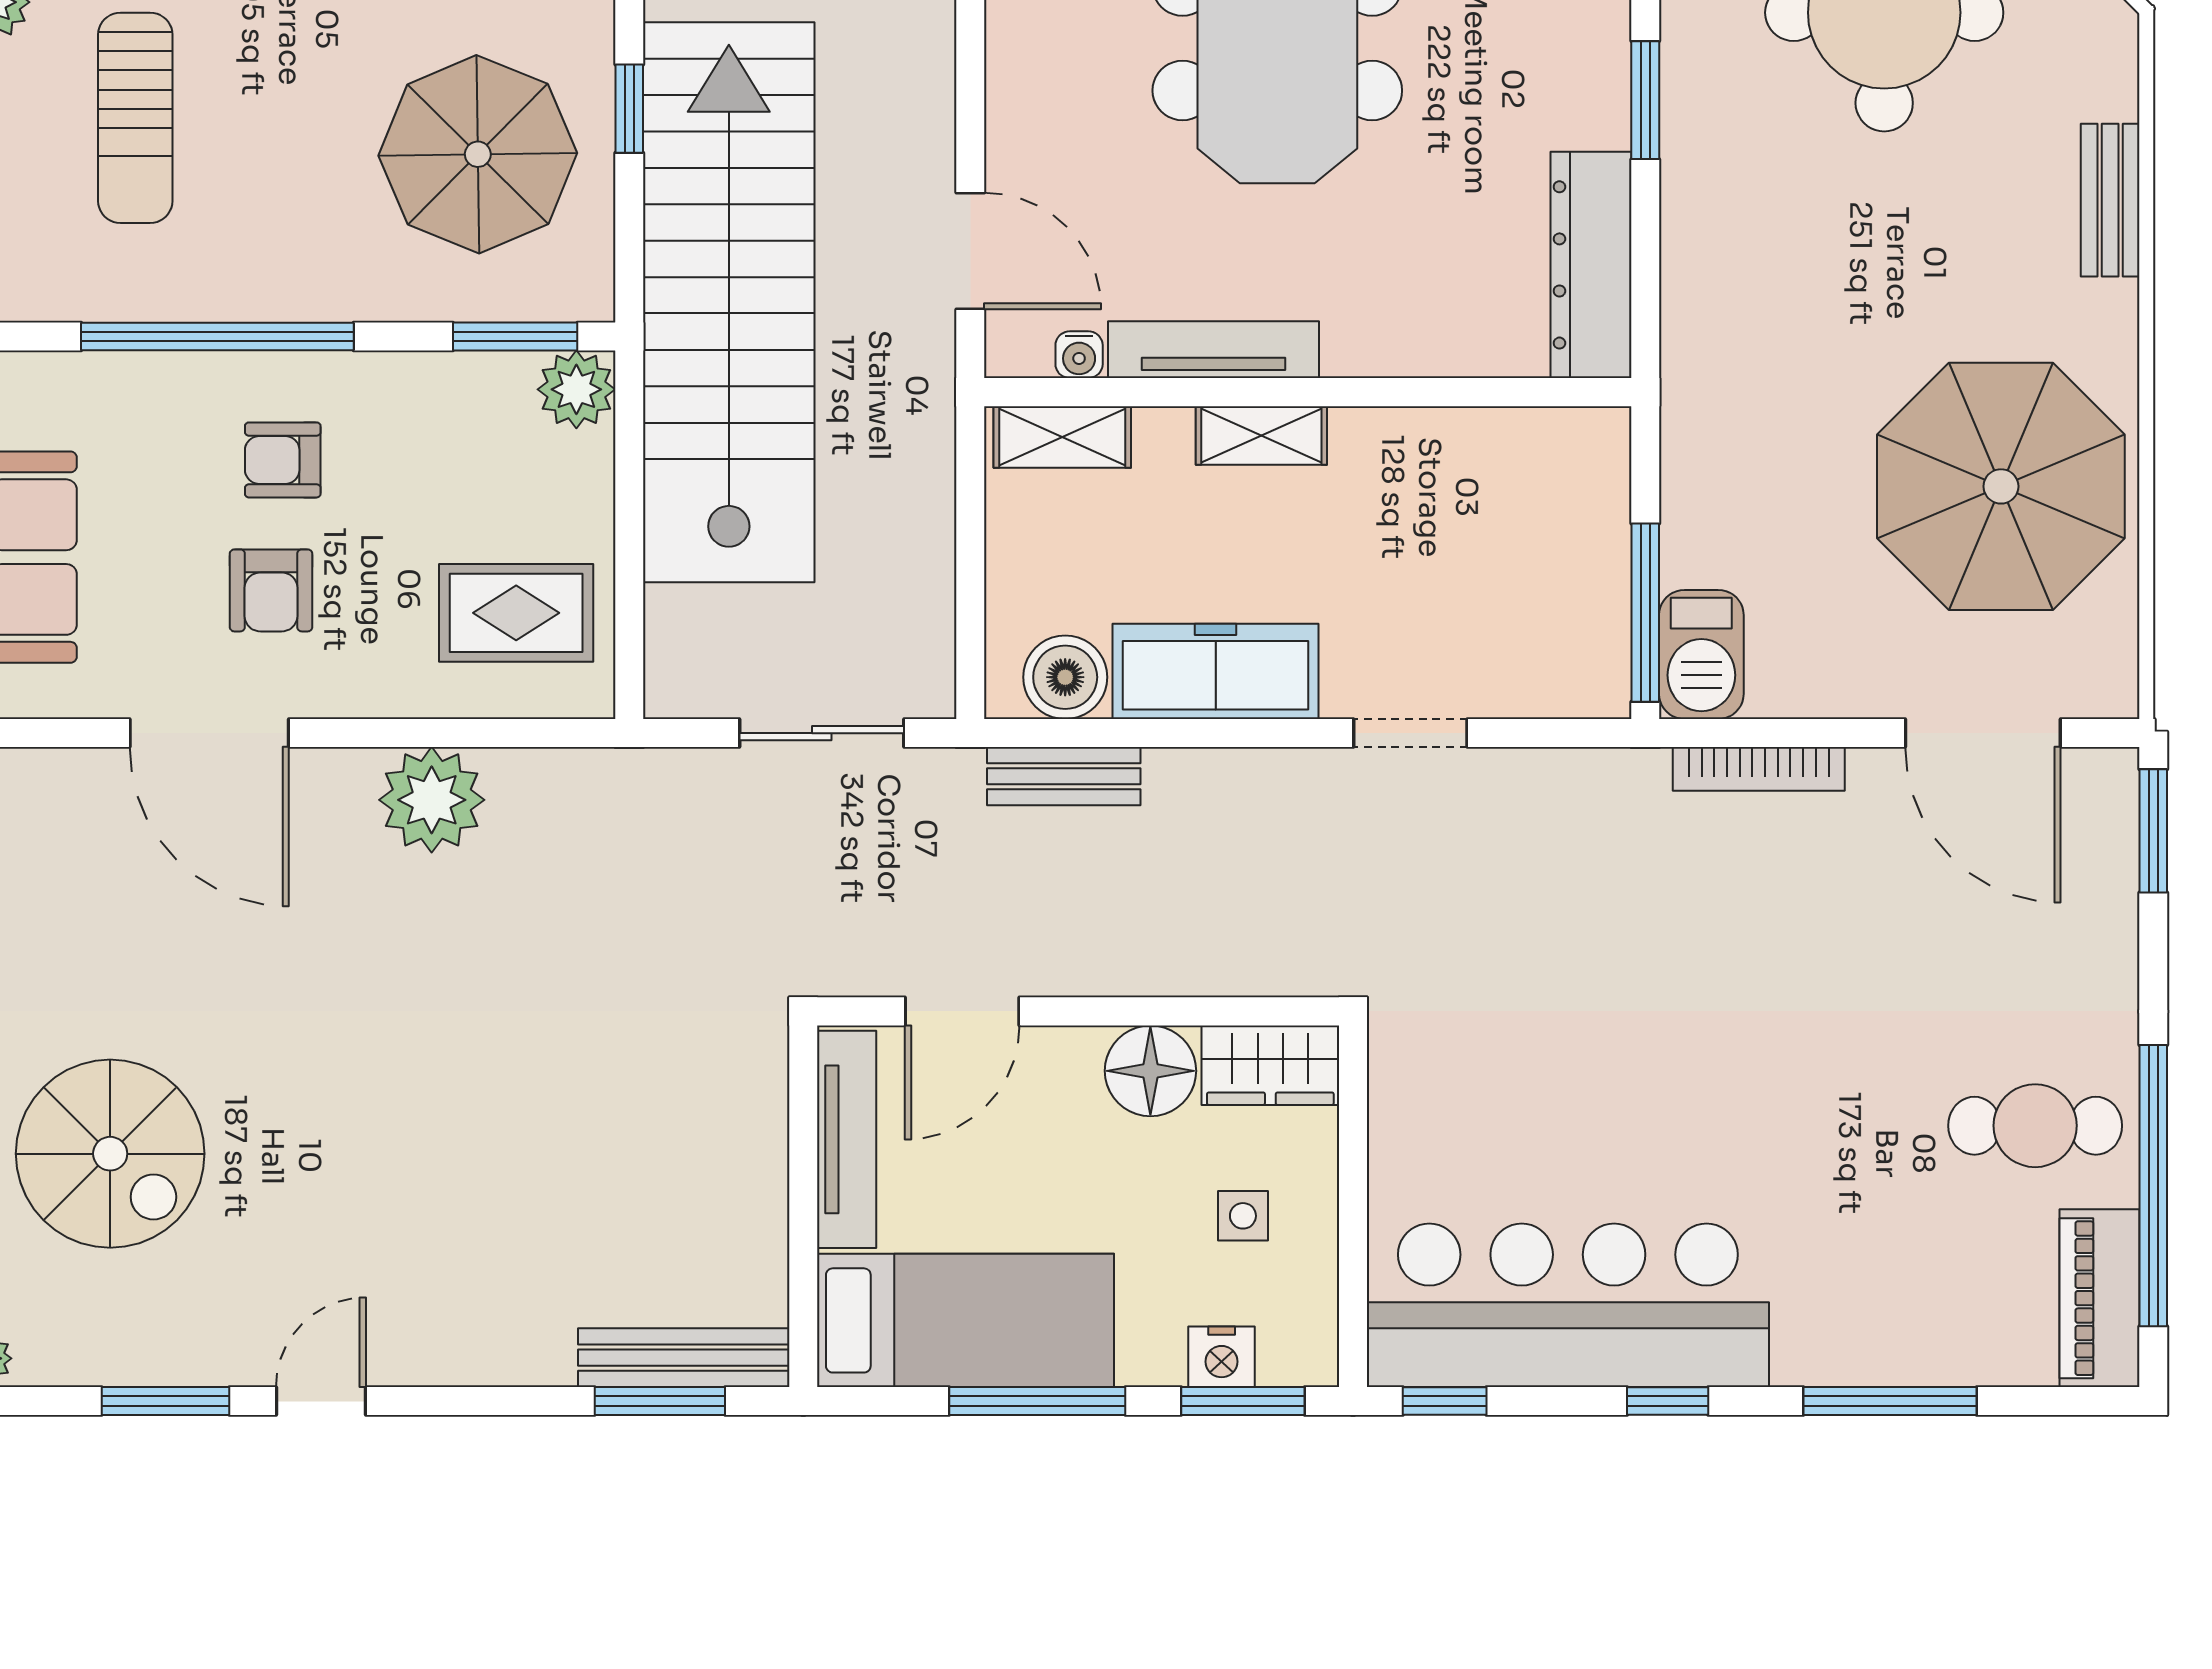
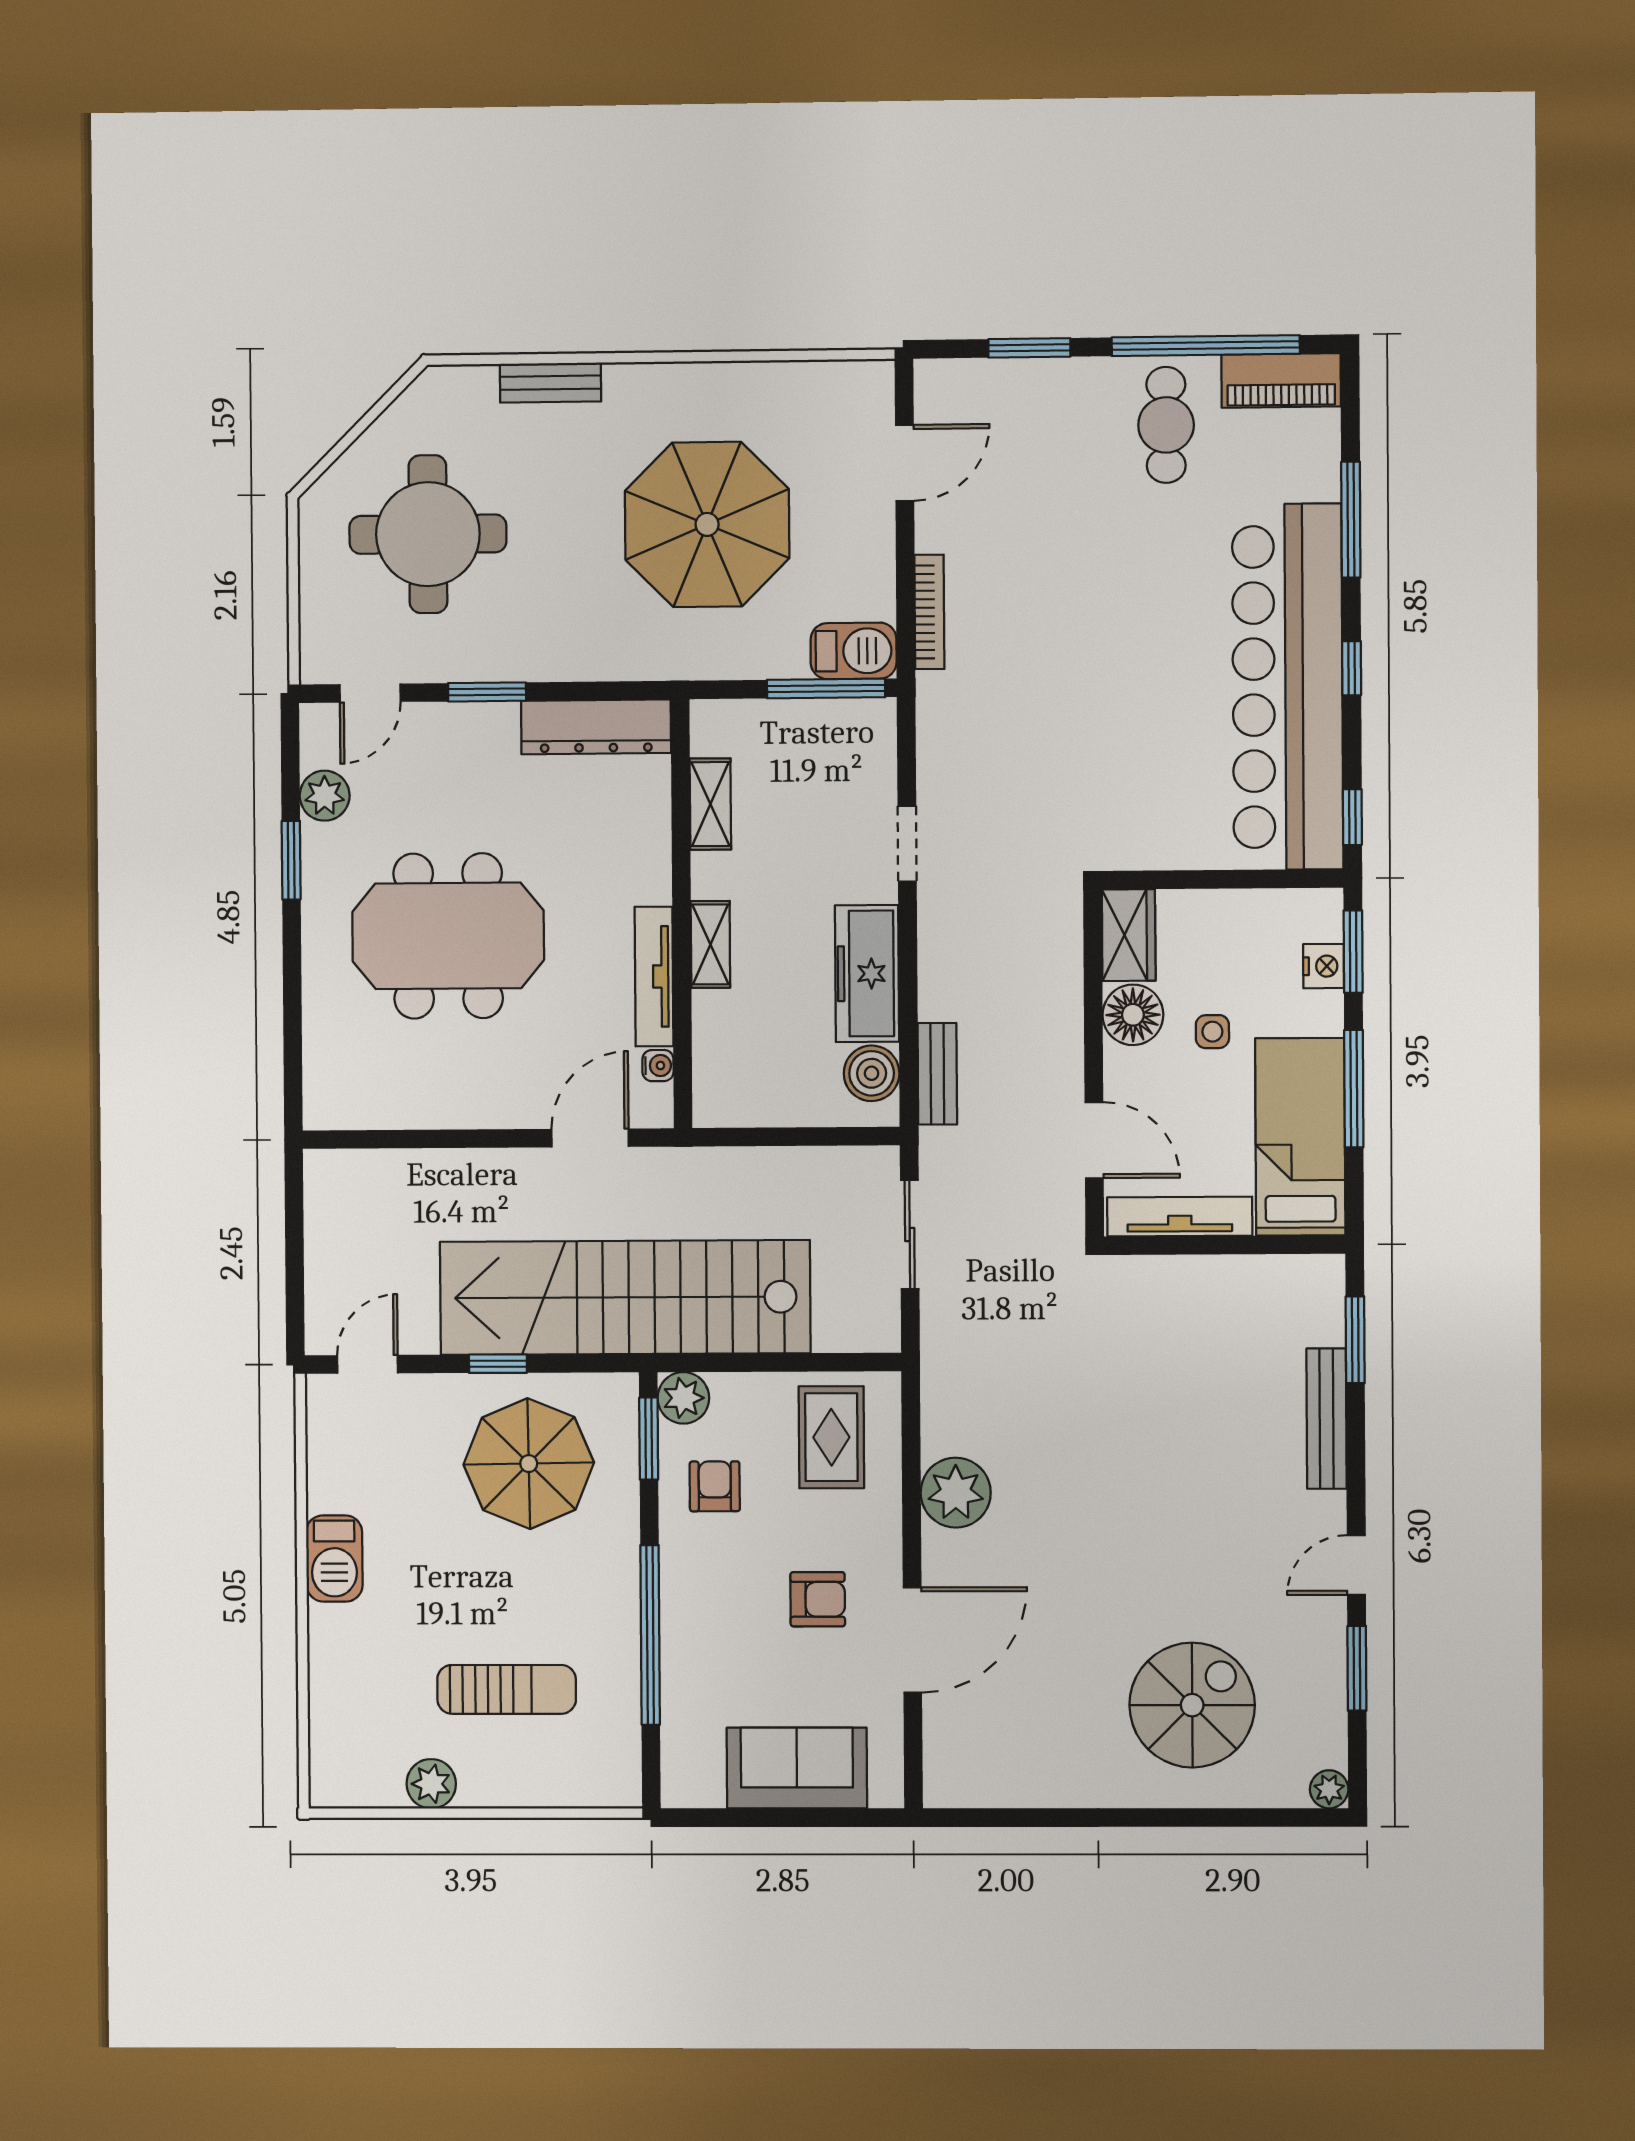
shelving: (1062, 437) -> (710, 804), moved
armchair: (283, 460) -> (715, 1486), moved, turned 180
parasol: (2001, 486) -> (707, 524), moved
door: (1983, 733) -> (905, 463), width x0.73
window: (2153, 831) -> (1029, 348), moved
side table: (1243, 1216) -> (1212, 1032), moved
bar counter: (1568, 1305) -> (1288, 687), width x1.36
bench: (684, 1358) -> (1327, 1419), moved
door: (321, 1401) -> (1356, 1565), hinge flipped

